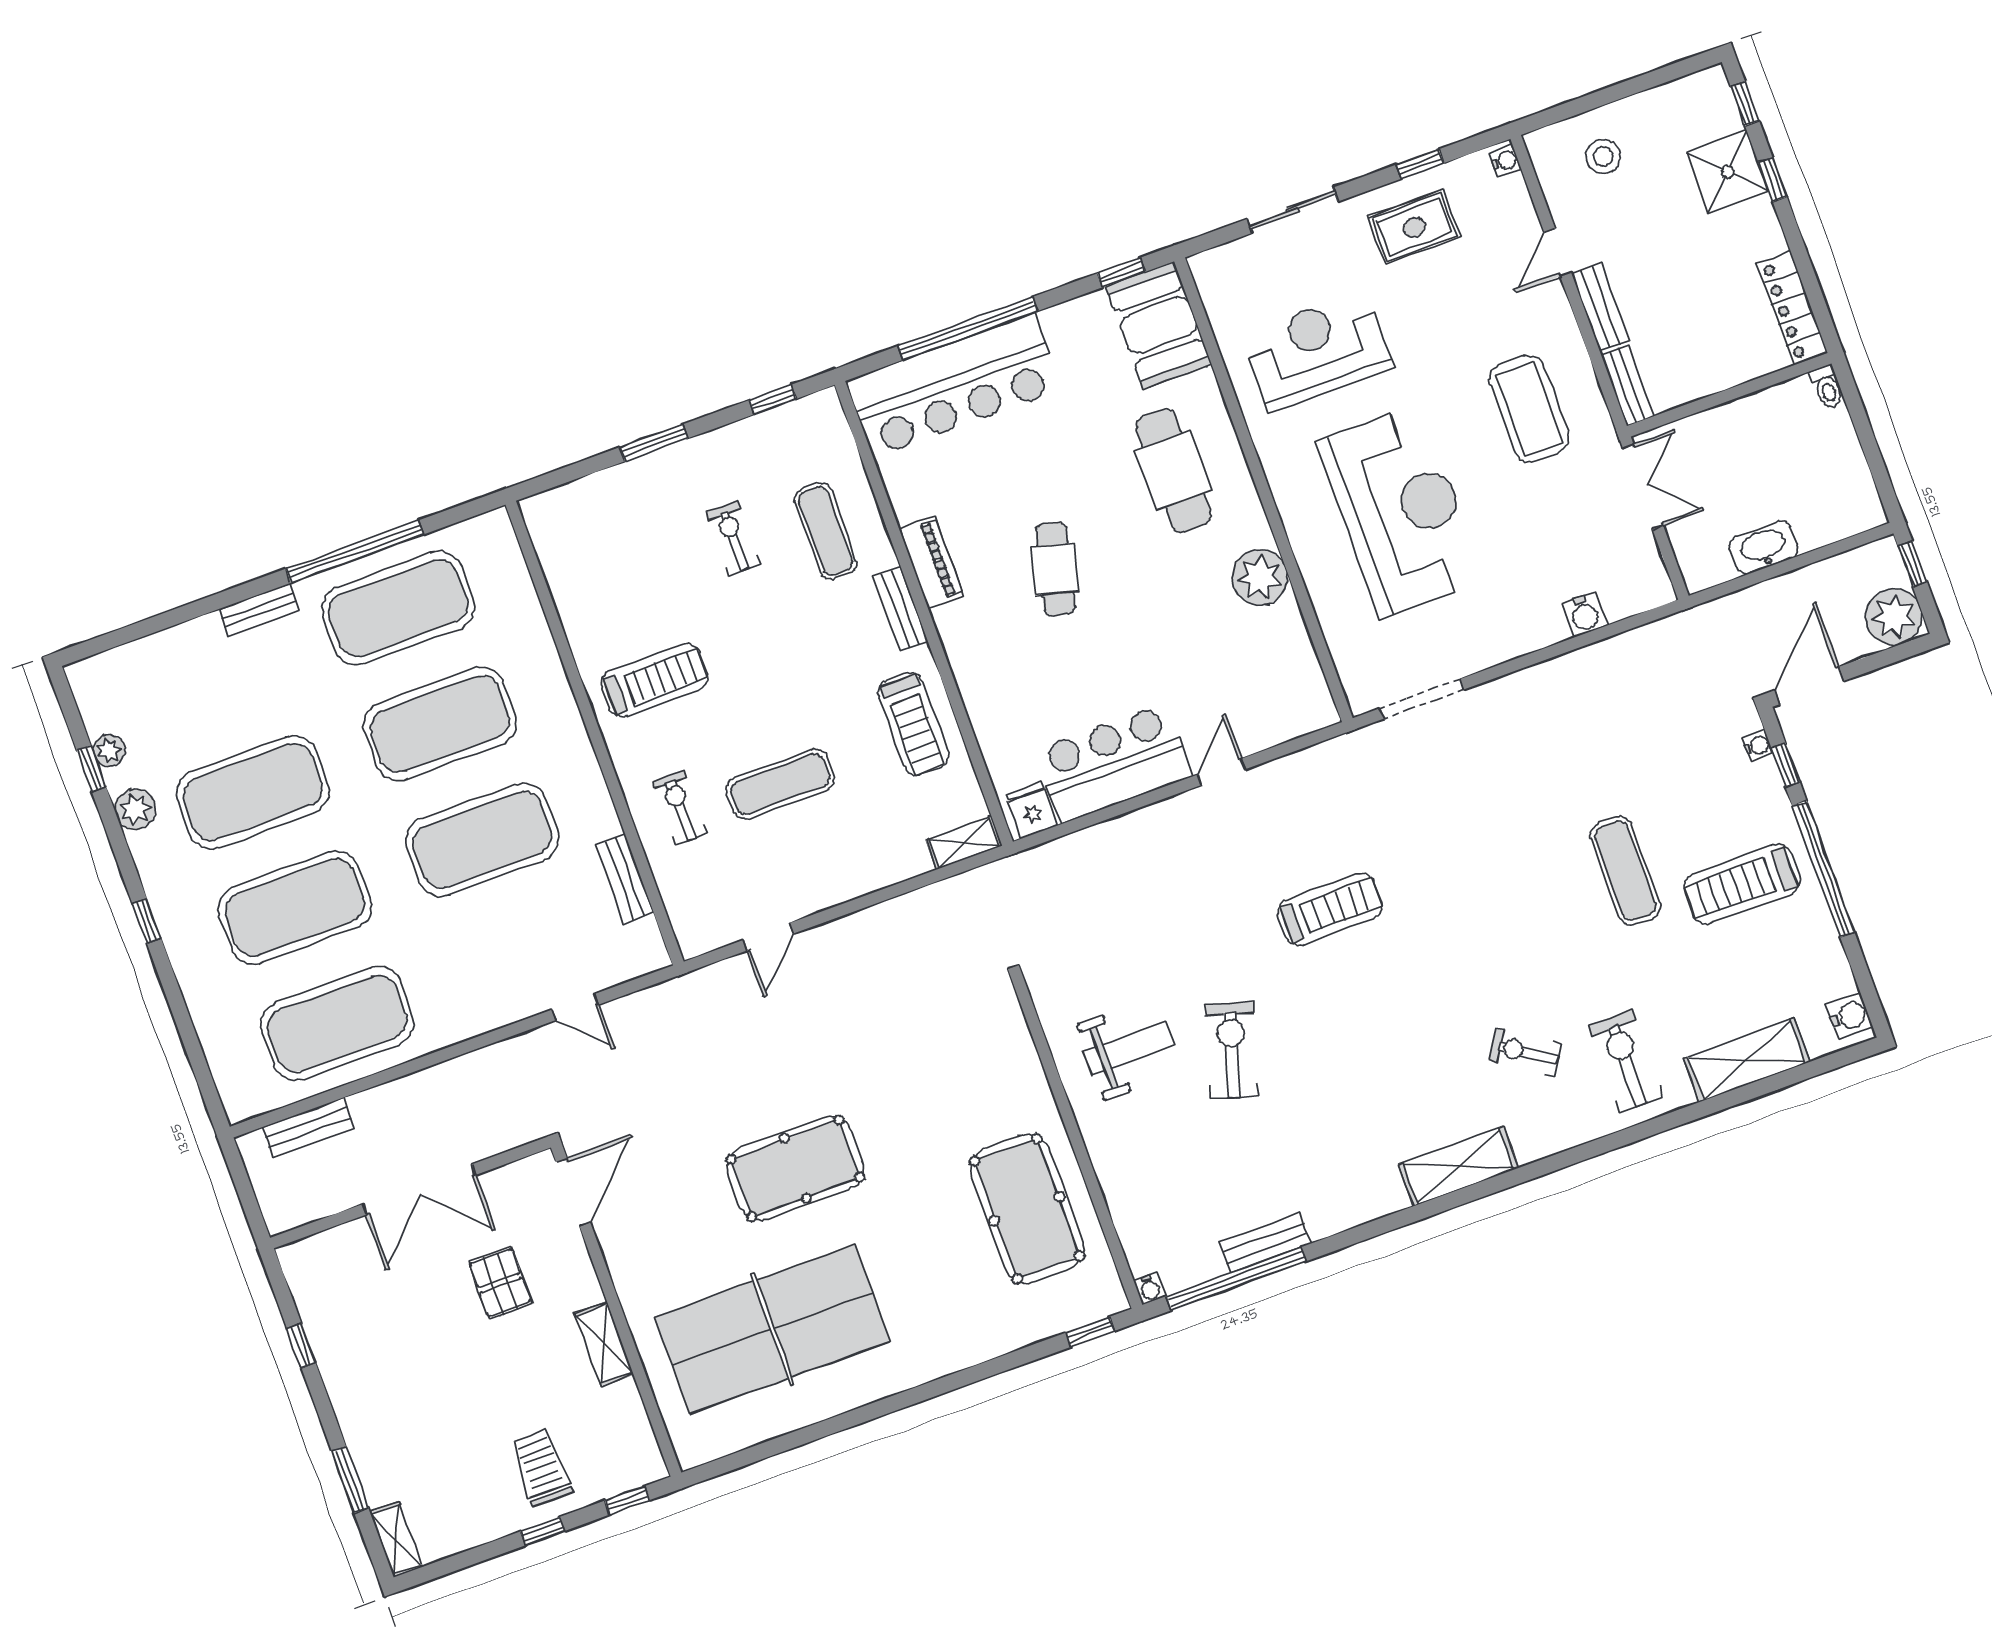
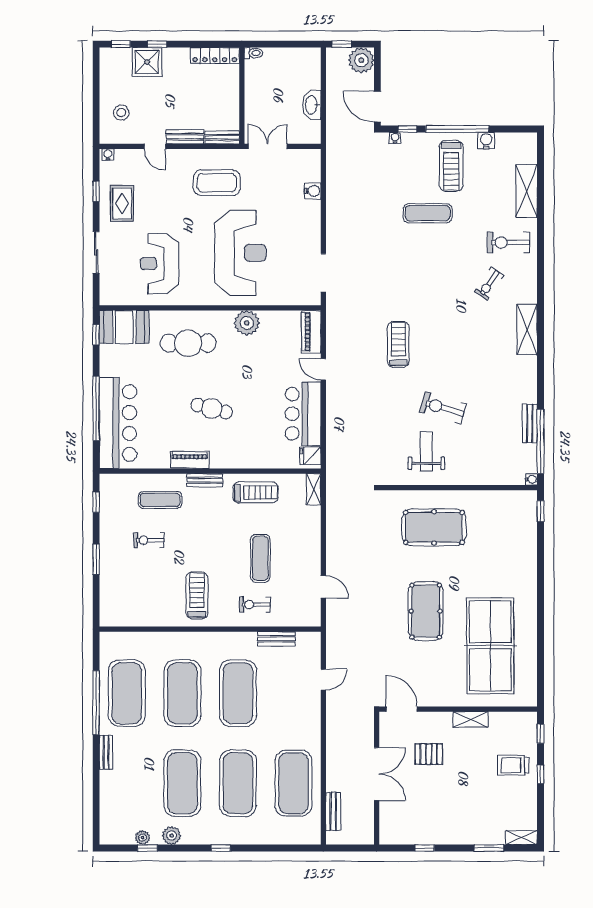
reception desk: (1401, 511) -> (240, 253), turned 90
piano: (1290, 718) -> (311, 332), added
water cooler: (1849, 1016) -> (486, 141), moved
pool table: (1027, 1209) -> (434, 527), moved

